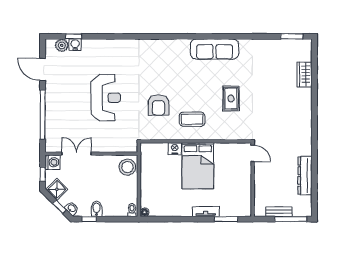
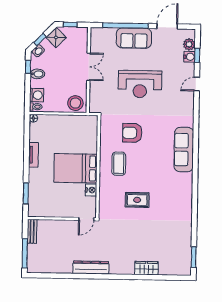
door: (105, 36) -> (197, 84), added
sofa: (214, 49) -> (184, 150), moved
wardrobe: (305, 74) -> (147, 268), moved
sofa: (56, 105) -> (134, 38), added
nightstand: (175, 149) -> (91, 190), moved
double door: (77, 154) -> (89, 67), moved
washing machine: (52, 162) -> (37, 95), moved, turned -90
dresser: (305, 176) -> (91, 267), moved
tv unit: (206, 212) -> (33, 155), moved
bench: (279, 212) -> (32, 231), moved

